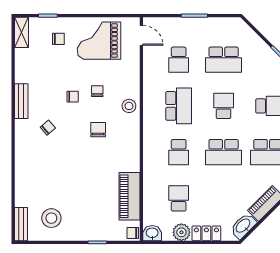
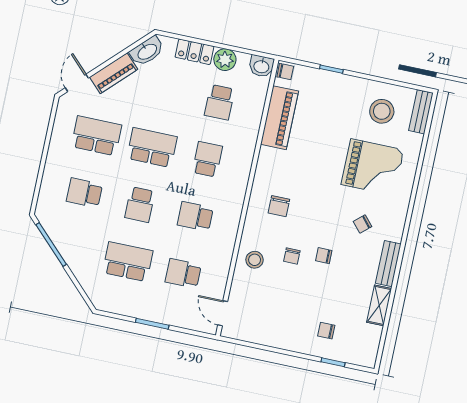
shelving: (21, 32) -> (379, 305), moved
grand piano: (99, 41) -> (373, 167), moved
school desk: (179, 60) -> (183, 273), turned -90
stool: (129, 106) -> (255, 260), moved
school desk: (179, 106) -> (195, 216), width x0.54
chair: (98, 130) -> (279, 206), moved

